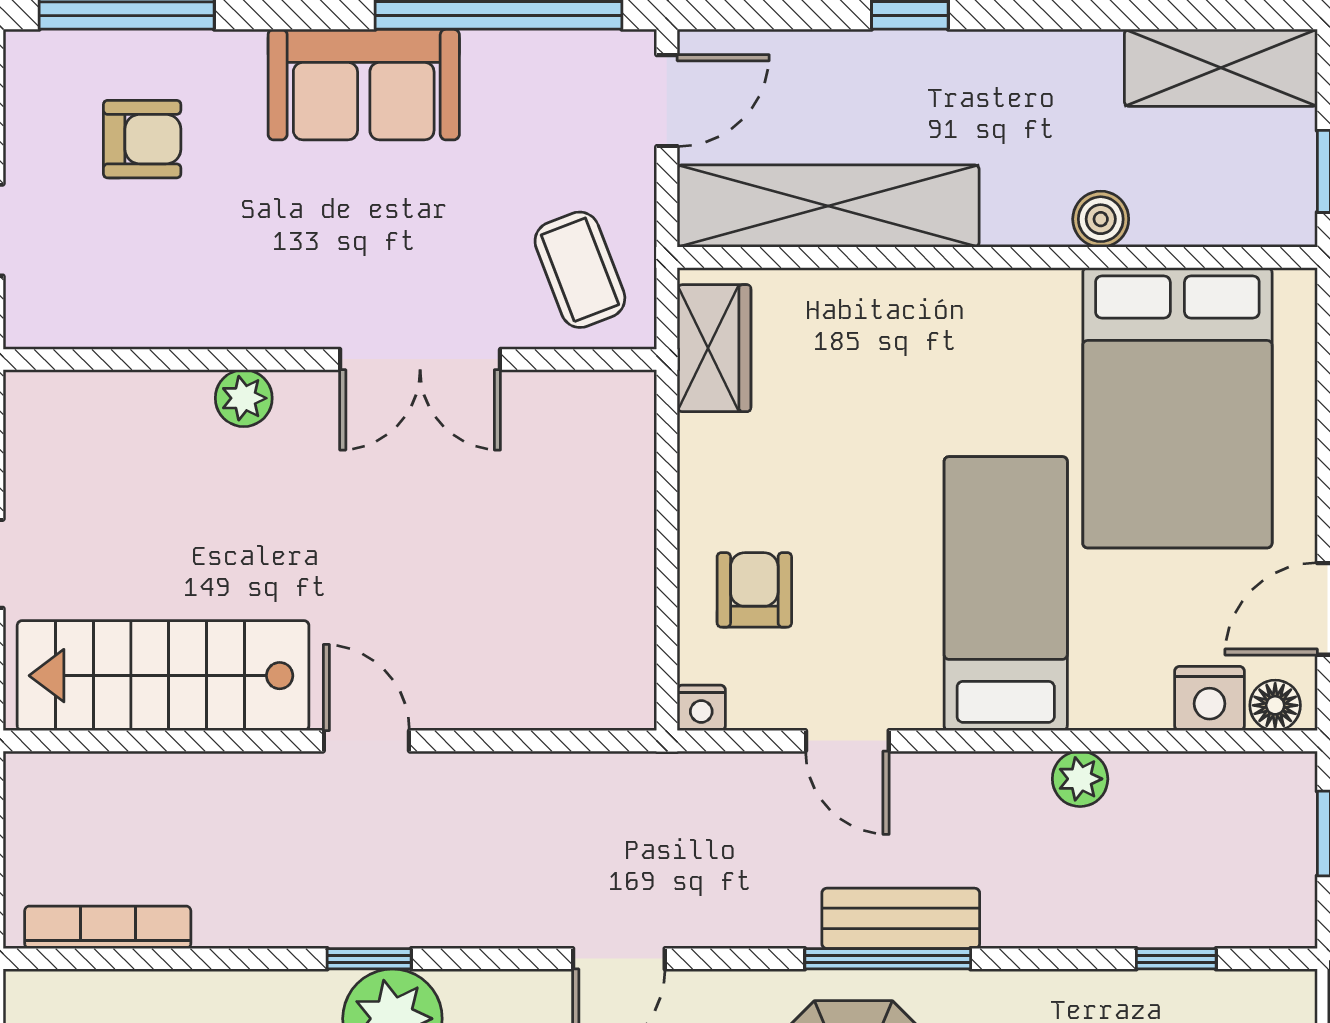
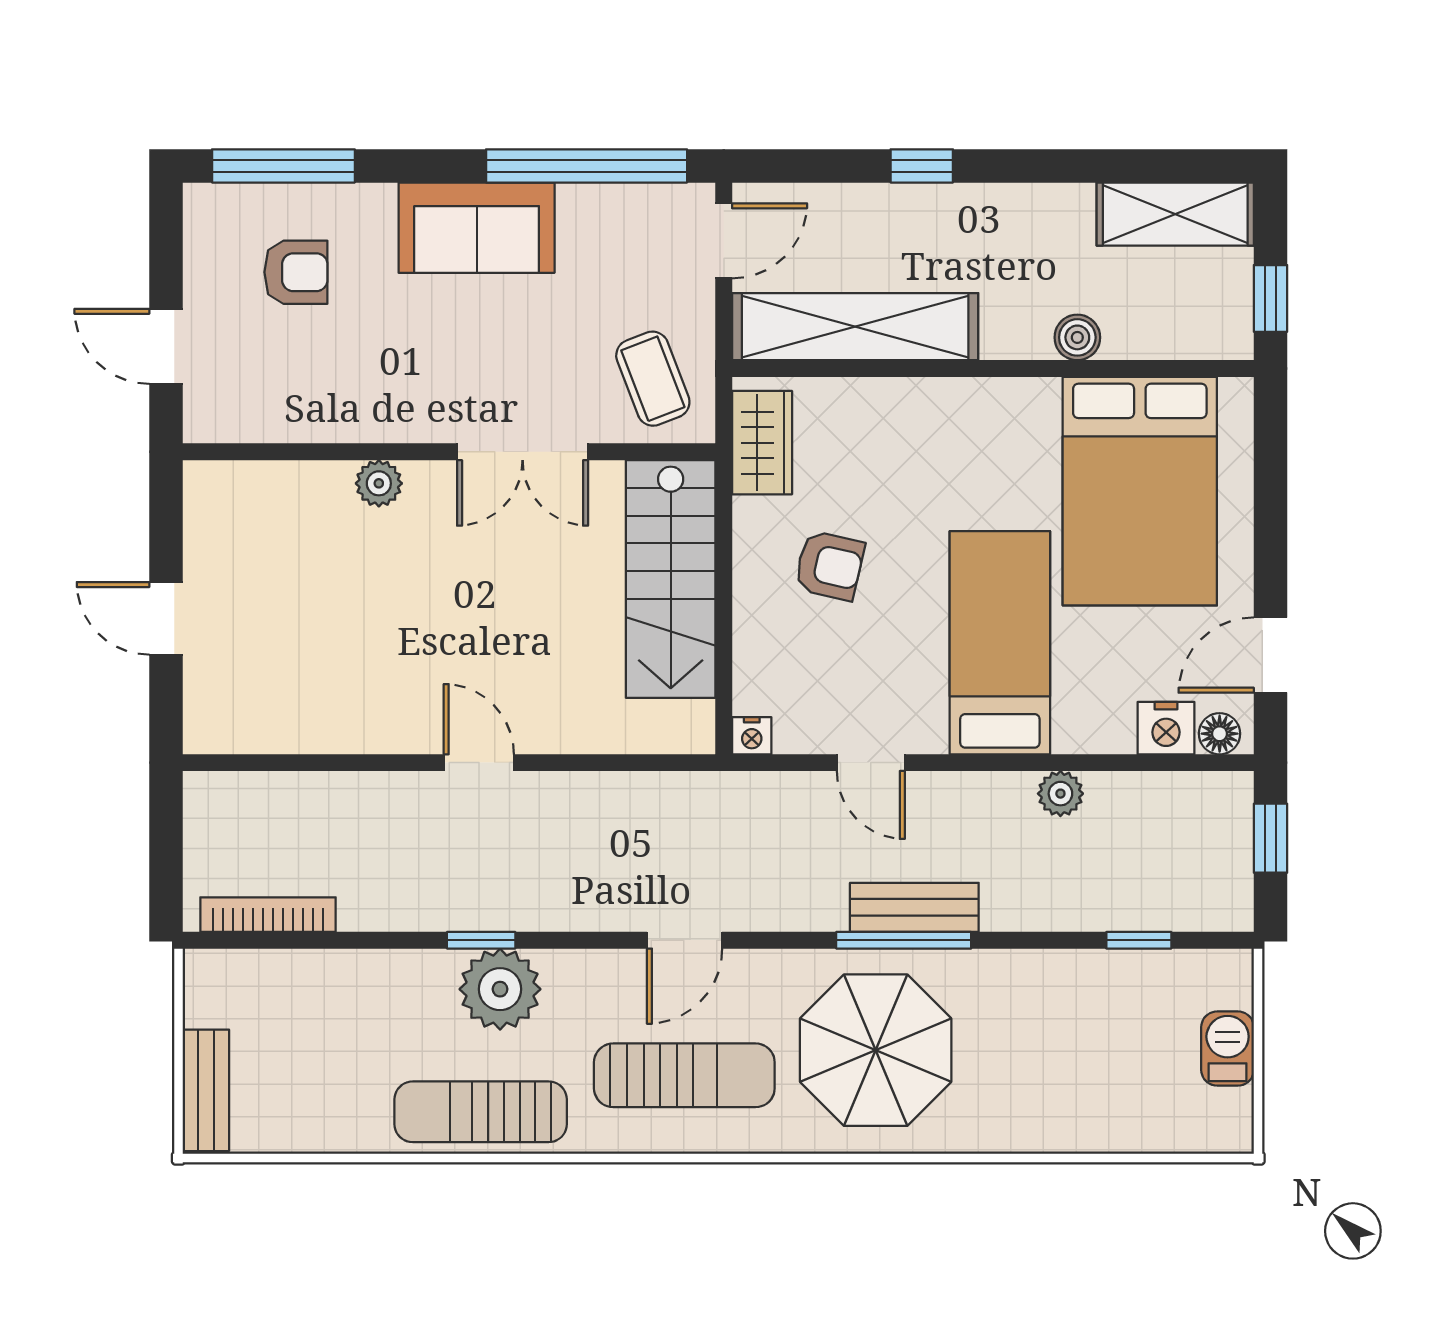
armchair: (754, 590) -> (829, 566), moved, turned 103
stairs: (163, 676) -> (671, 579), moved, turned -90

